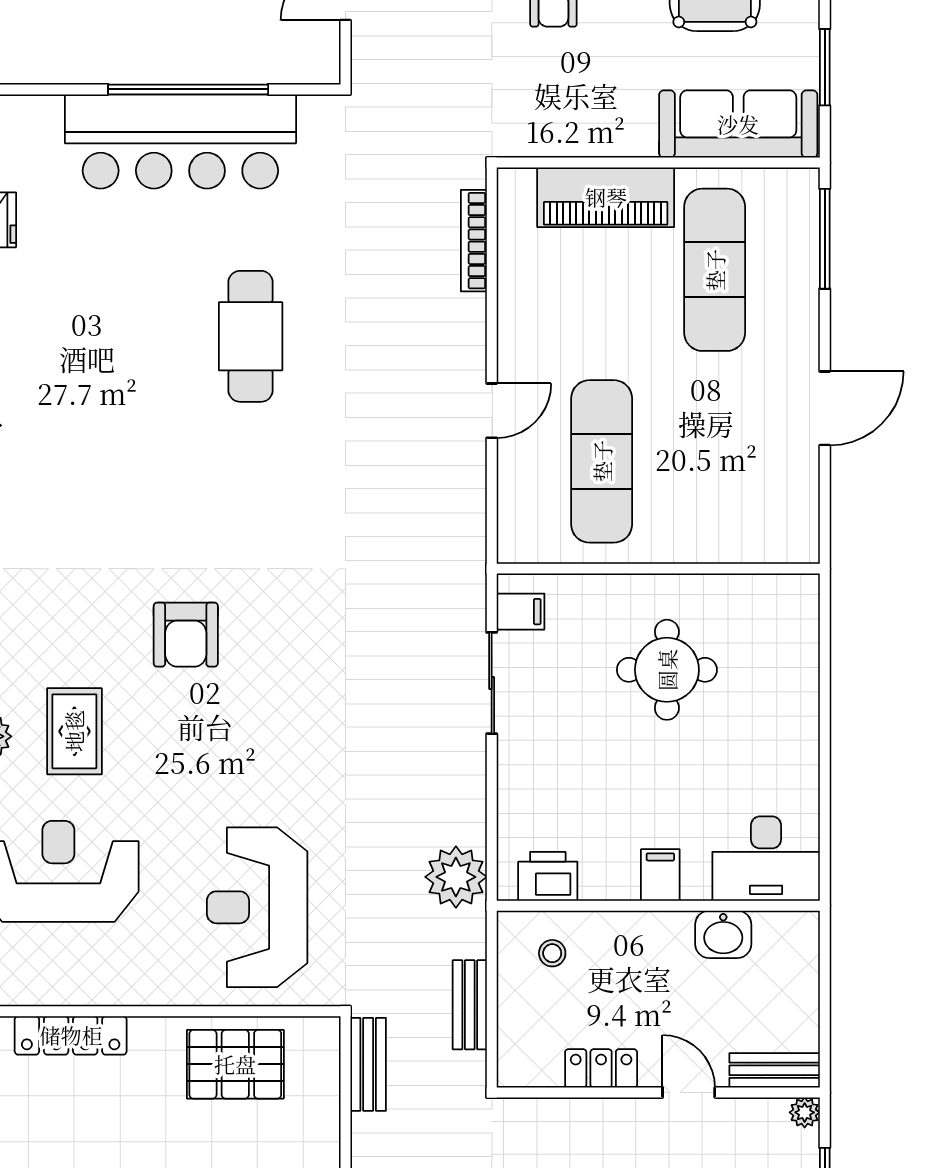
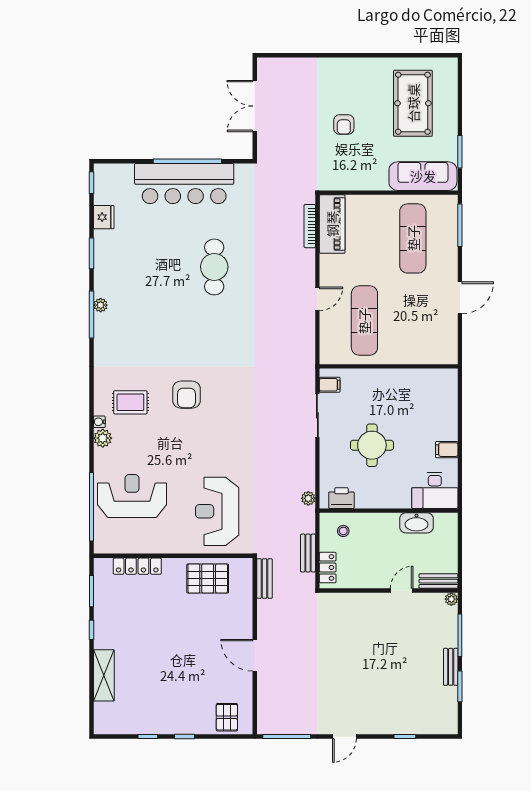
piano: (606, 197) -> (332, 224), moved, turned -90
round table: (667, 670) -> (372, 445), moved
rug: (74, 731) -> (130, 402), moved, turned 90
filing cabinet: (660, 875) -> (447, 450), moved, turned -90
plant: (456, 877) -> (308, 498), width x0.53, depth x0.53
washbasin: (723, 934) -> (416, 523), width x1.38
locker: (601, 1068) -> (328, 567), moved, turned 90
door: (689, 1092) -> (402, 591), hinge flipped

